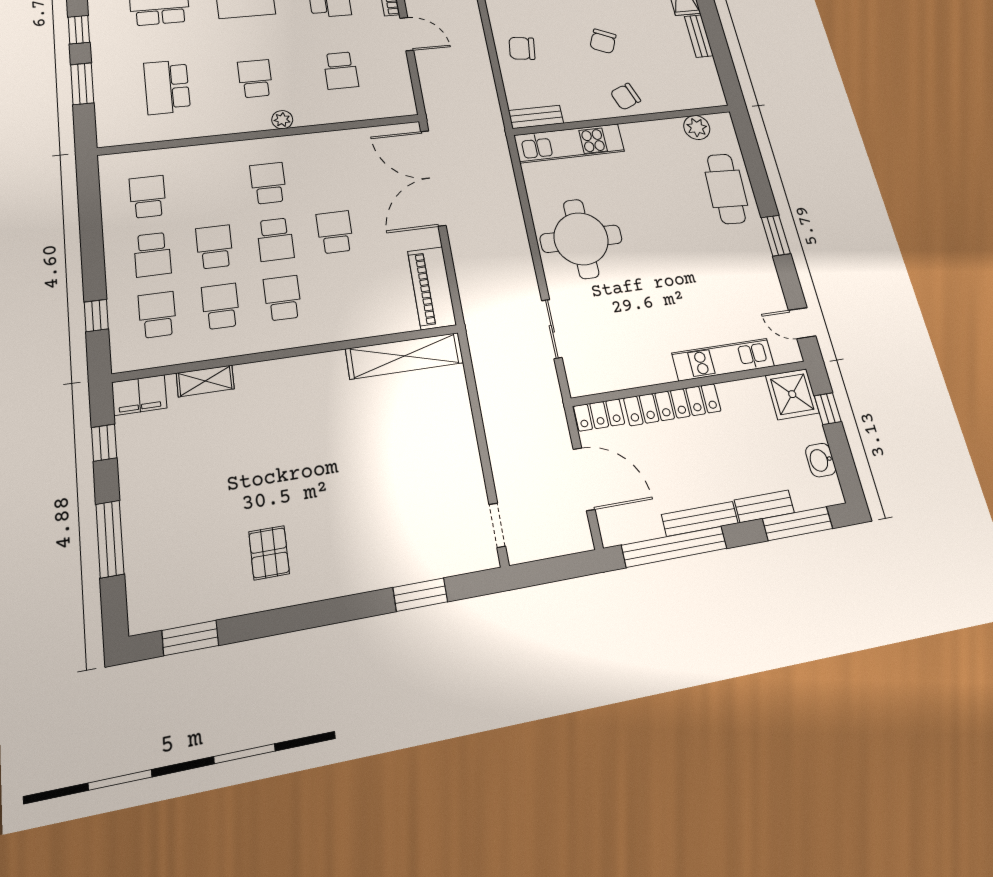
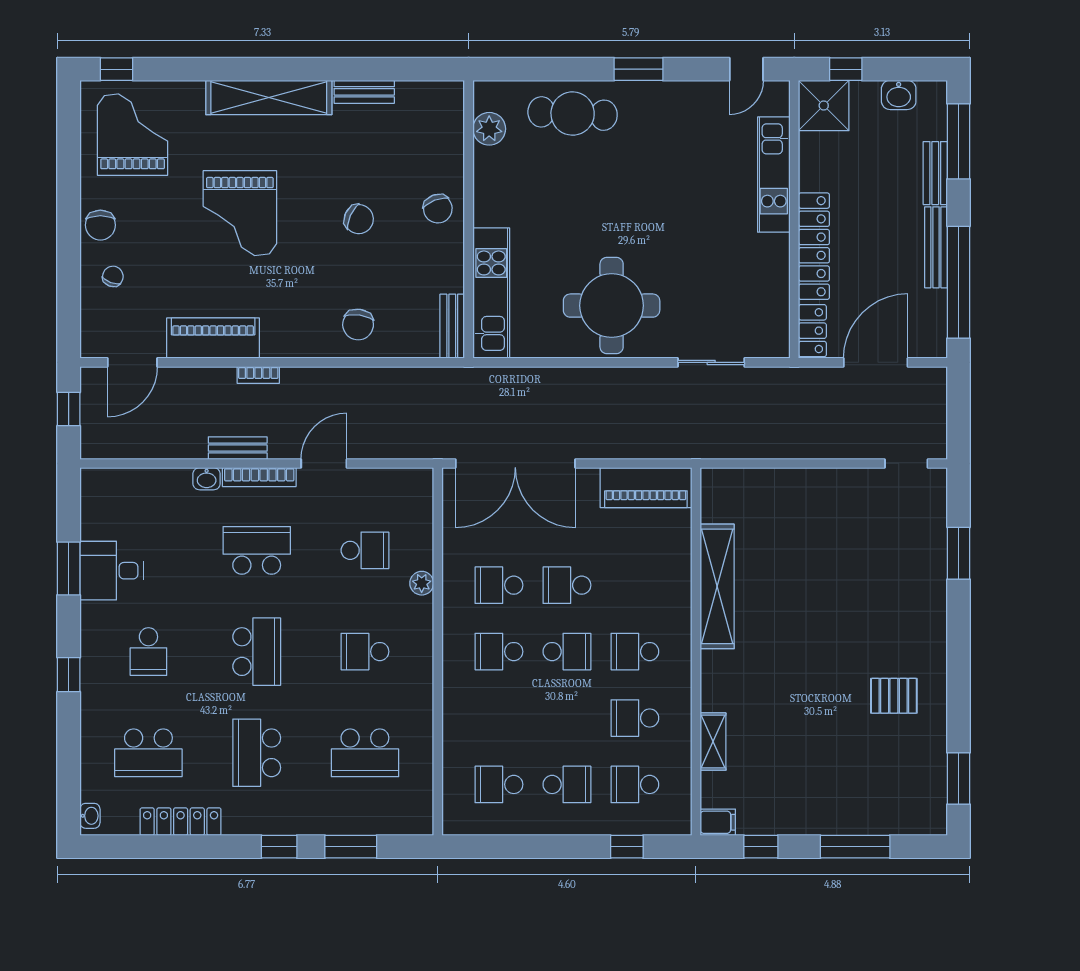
plant: (282, 120) -> (422, 583), moved
school desk: (214, 247) -> (499, 585), moved
shelving: (405, 356) -> (717, 586), moved
filing cabinet: (139, 395) -> (718, 822), width x0.50

